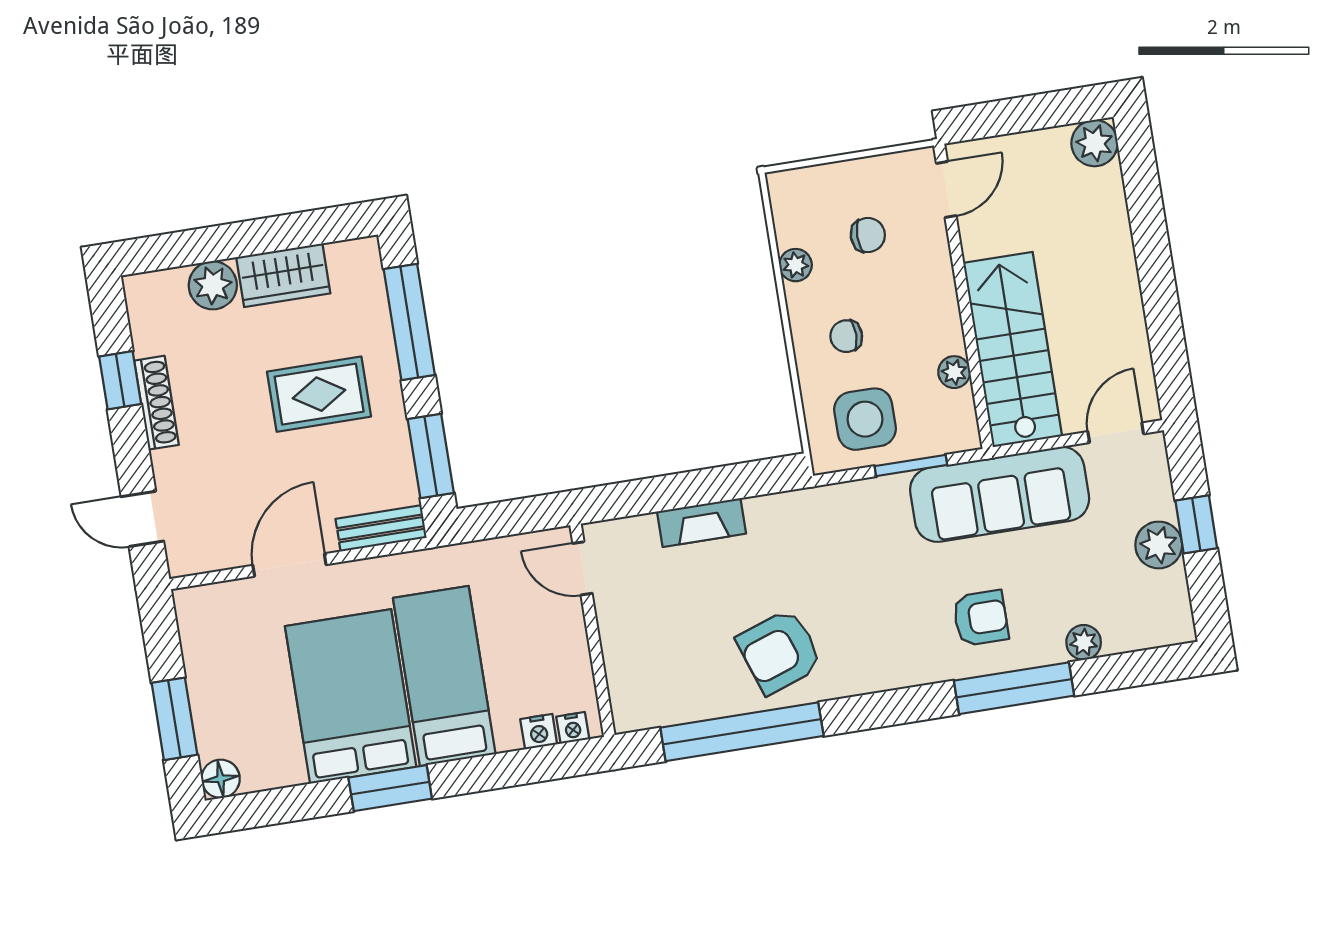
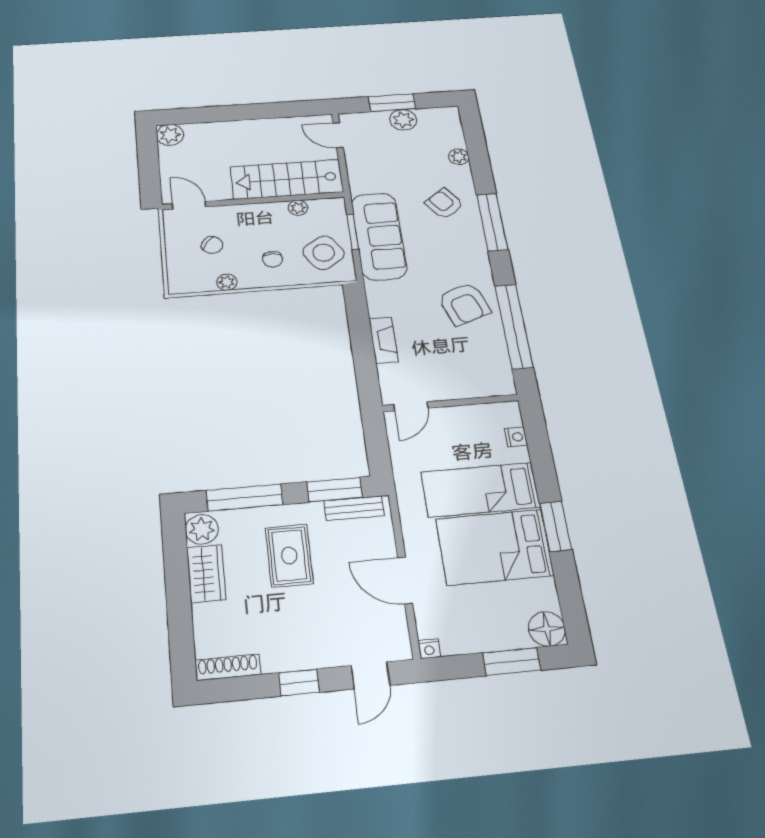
chair: (868, 235) -> (212, 245), turned 126
plant: (213, 285) -> (202, 529), moved
window: (120, 380) -> (299, 682), moved
shoe rack: (156, 403) -> (228, 667), moved
side table: (865, 419) -> (324, 253), turned -33
sofa: (1000, 494) -> (379, 236), moved
window: (1196, 524) -> (392, 103), width x1.50
bench: (381, 528) -> (354, 508), moved, turned 90
armchair: (981, 618) -> (444, 204), turned -37
window: (1014, 688) -> (492, 222), moved
nightstand: (573, 728) -> (429, 649), moved, turned 90
floor lamp: (221, 779) -> (547, 629), width x1.38, depth x1.38

